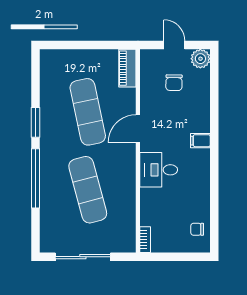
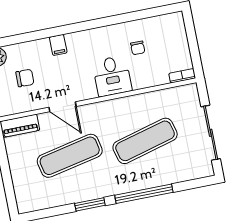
door: (138, 129) -> (62, 107), moved
filing cabinet: (200, 141) -> (58, 45), moved
chair: (197, 229) -> (138, 48), moved

